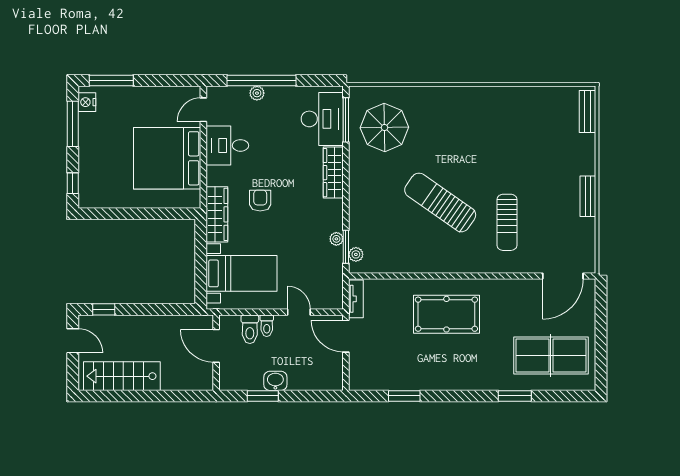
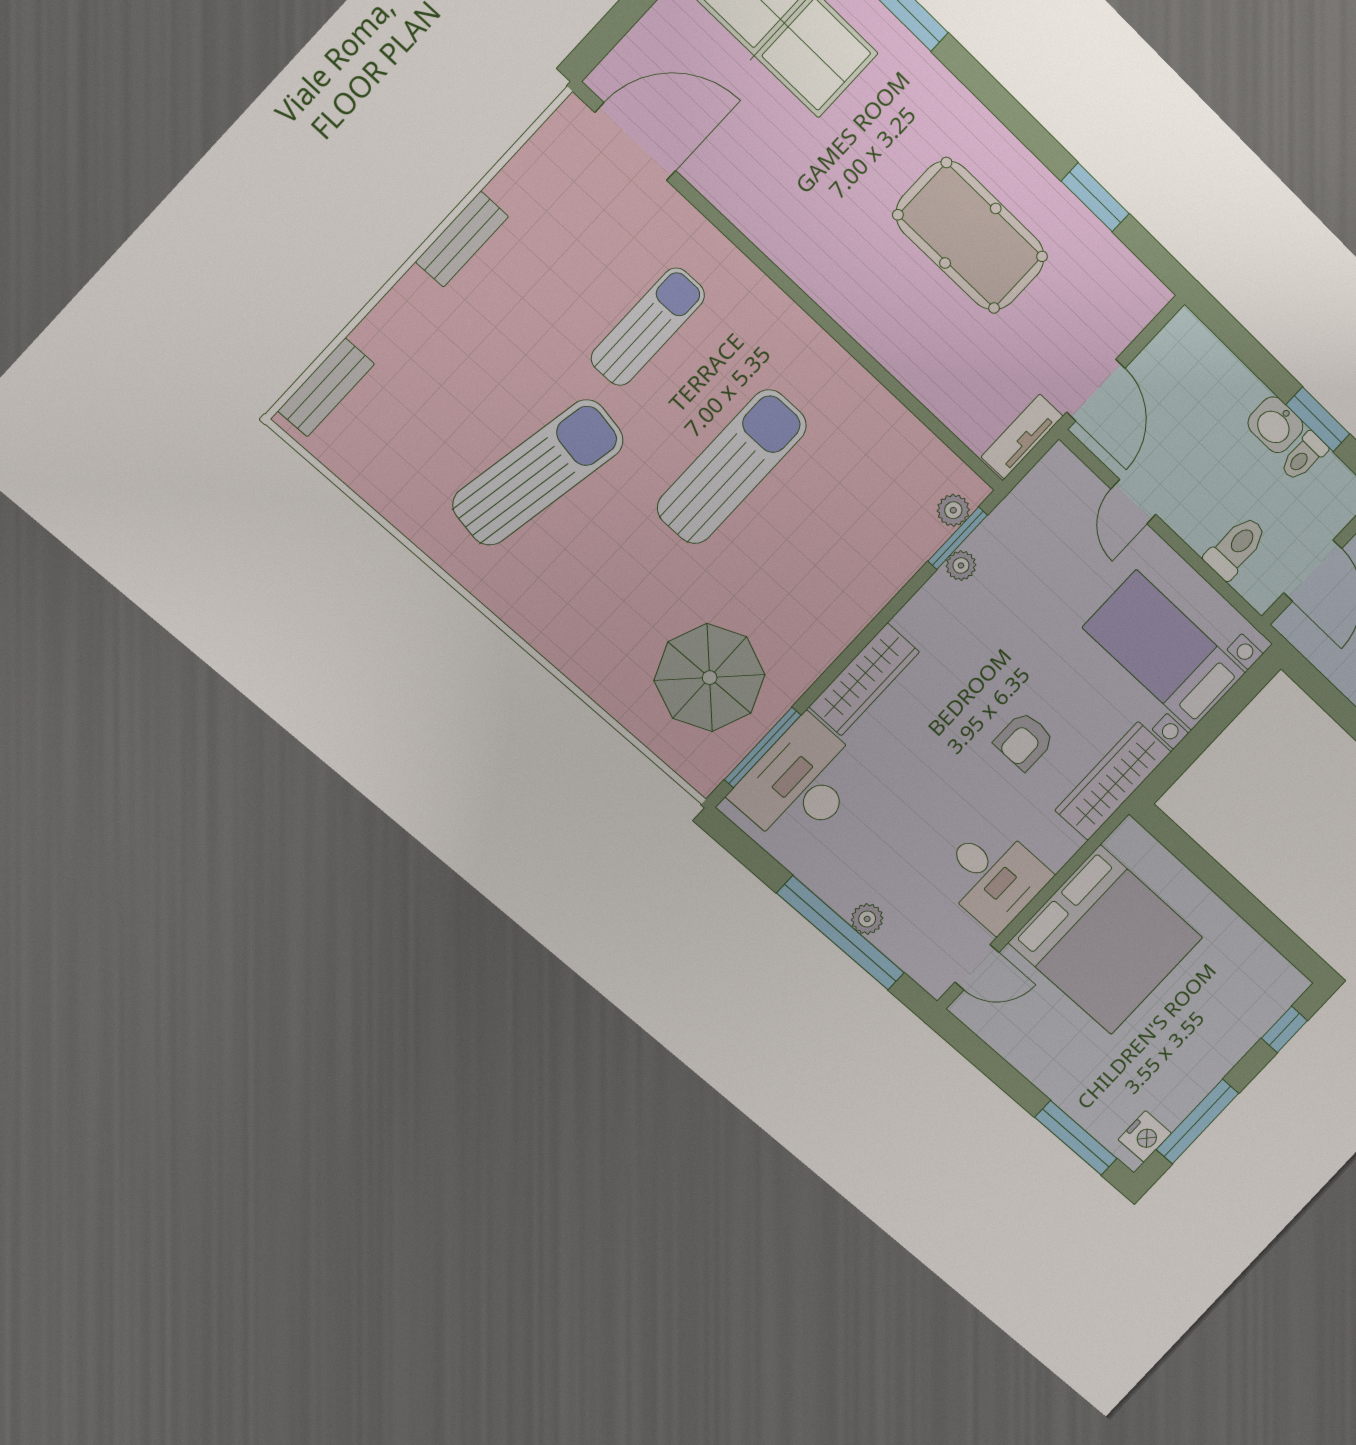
sun lounger: (499, 144) -> (538, 472), added
sun lounger: (440, 202) -> (732, 467), turned -125
pool table: (446, 314) -> (970, 236), moved
toilet: (267, 326) -> (1304, 457), moved, turned 180

